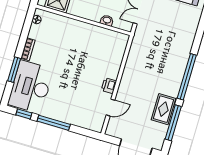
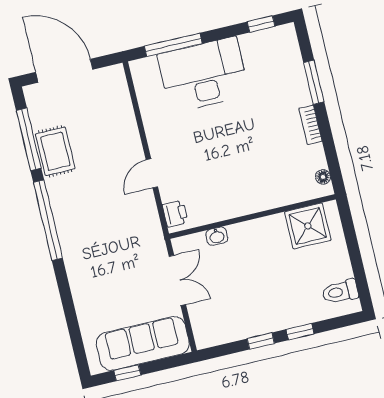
printer: (109, 86) -> (175, 214), moved
desk: (31, 87) -> (203, 75), moved, turned -90
door: (110, 108) -> (152, 173), moved
window: (54, 123) -> (173, 45), moved

